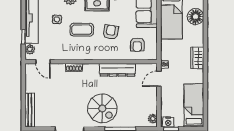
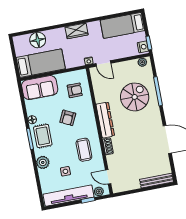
coffee table: (82, 30) -> (84, 150), moved
armchair: (111, 32) -> (68, 118), turned -74
door: (43, 62) -> (108, 177), swing flipped
dresser: (117, 70) -> (105, 120), moved
spiral stairs: (102, 108) -> (135, 97), moved

